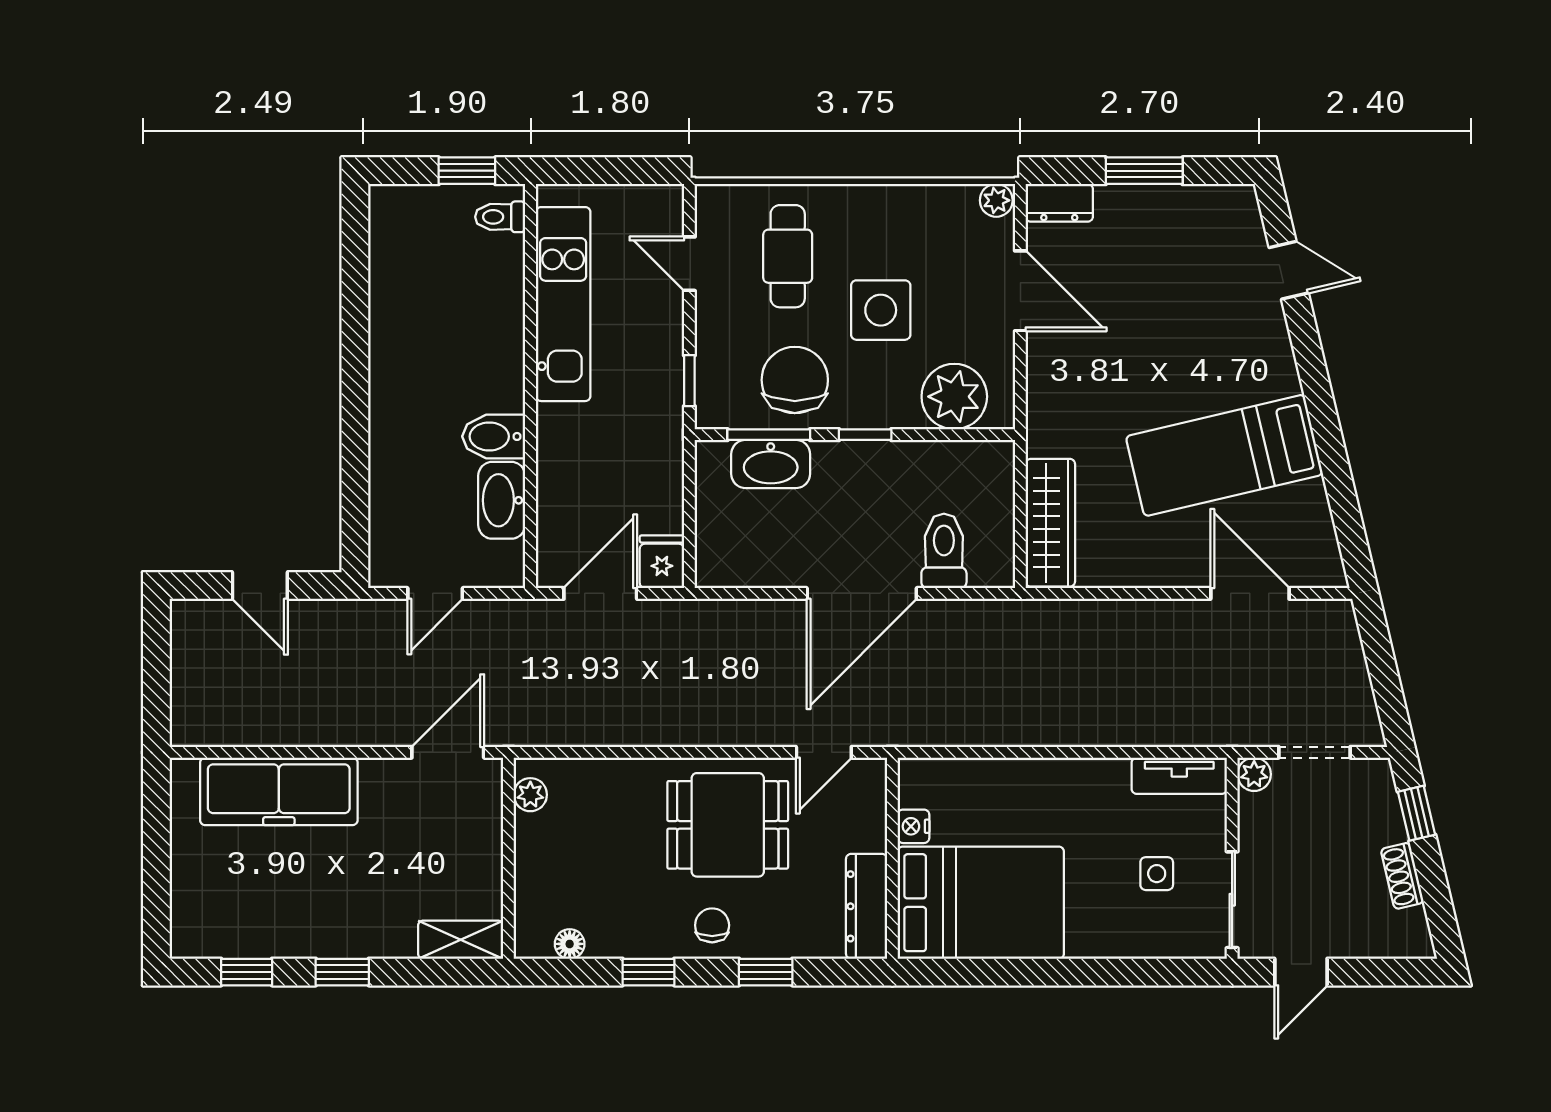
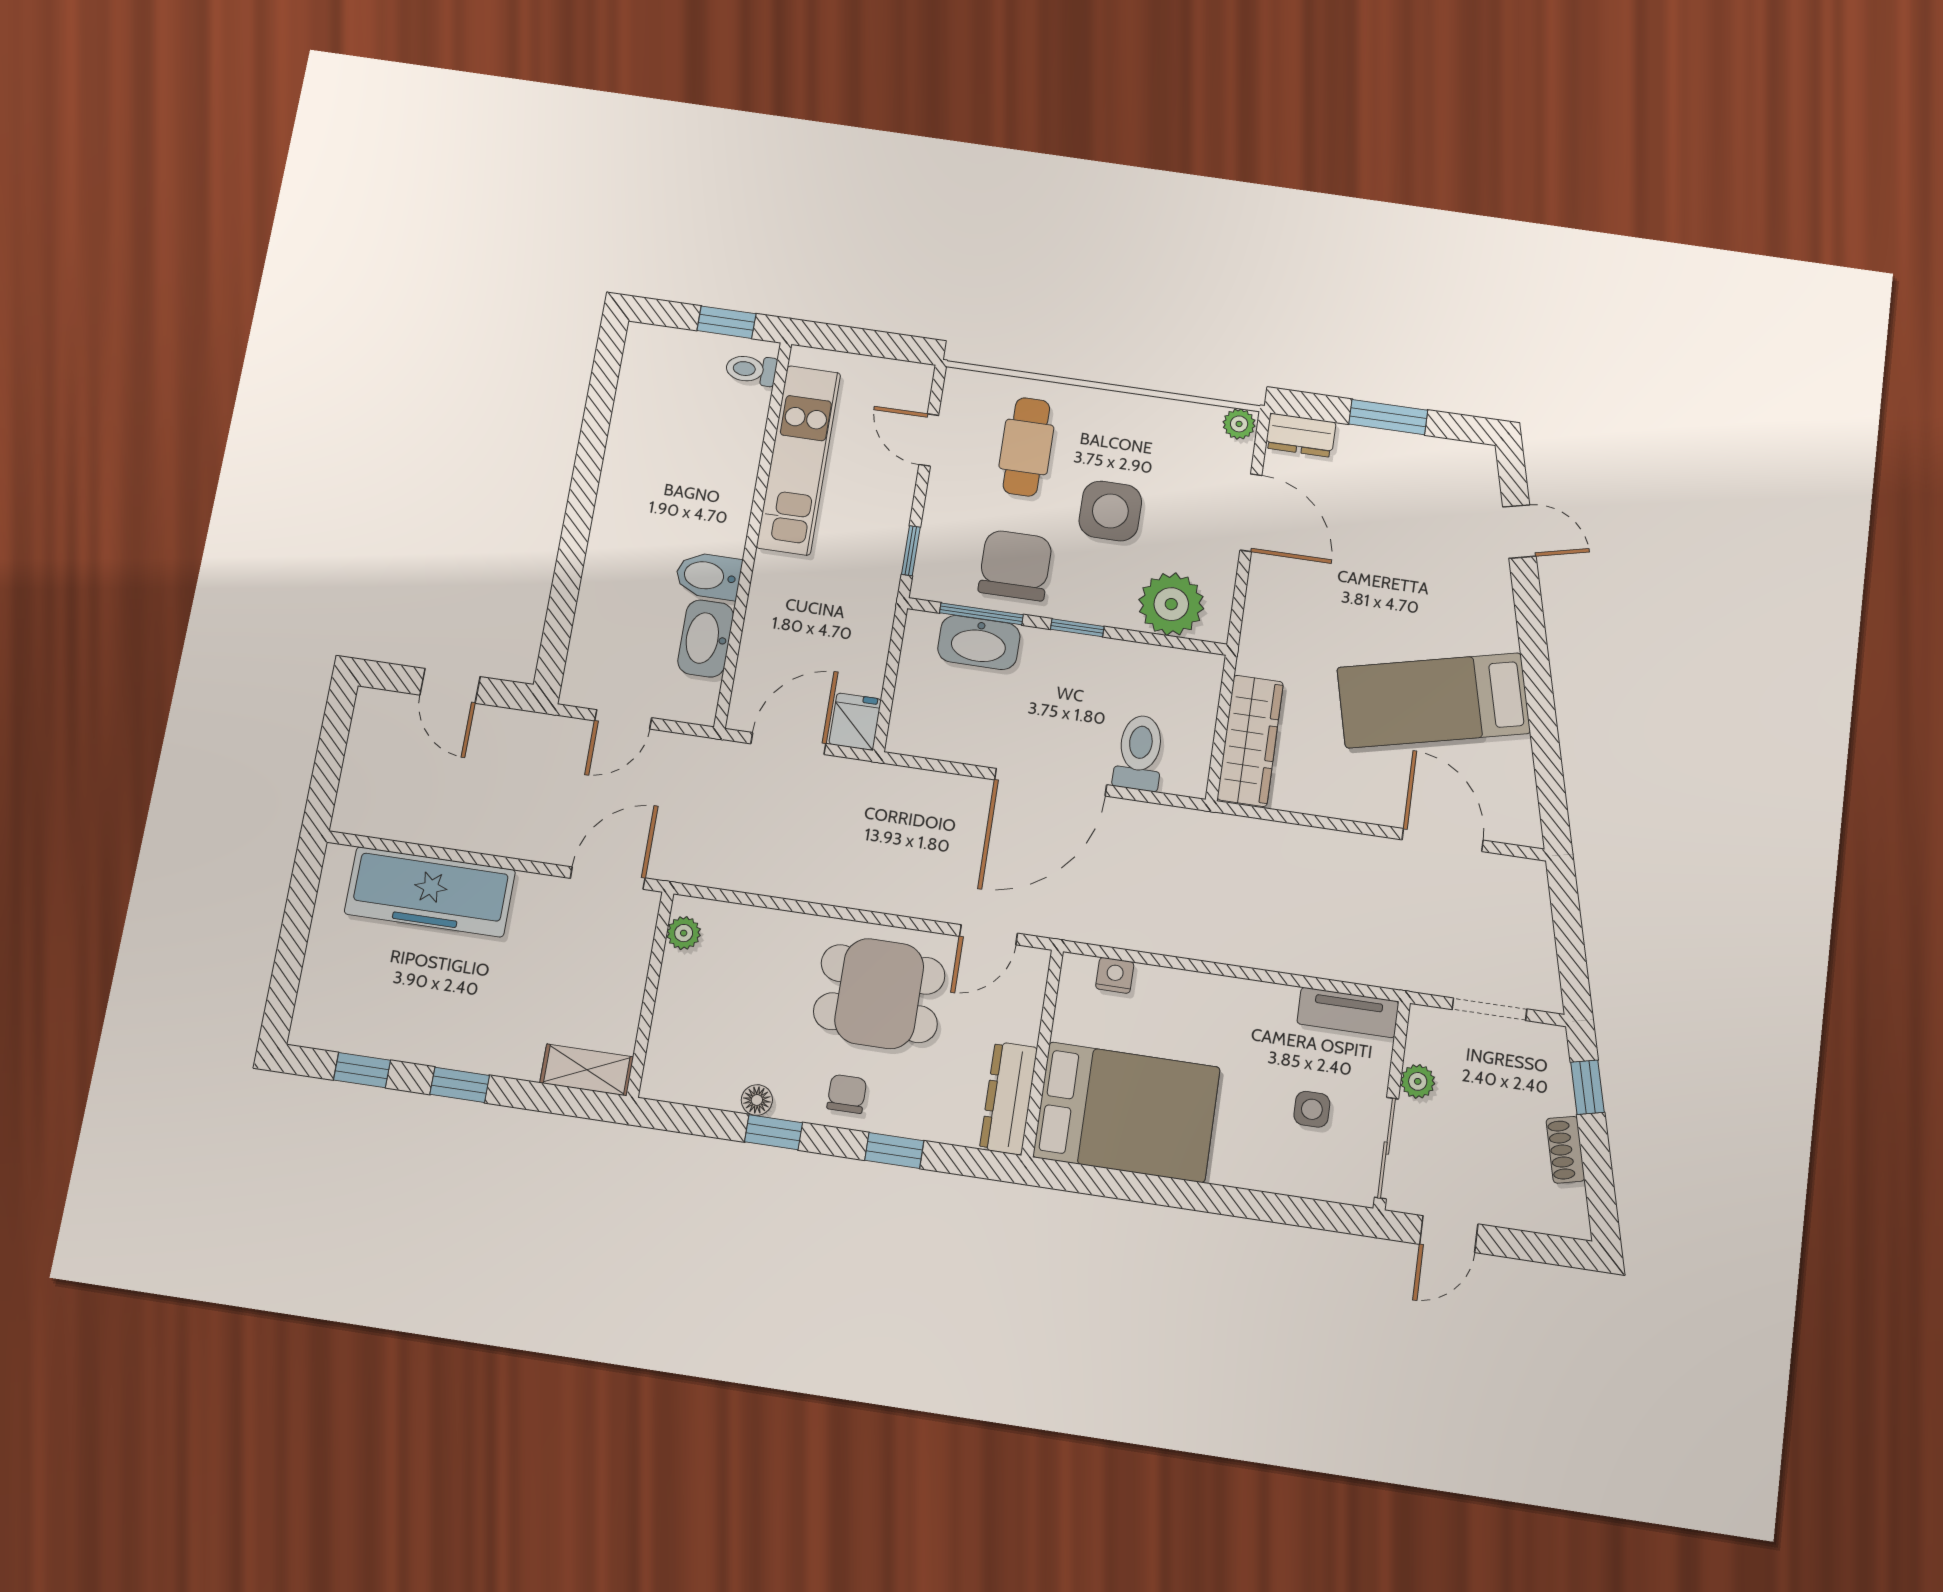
plant: (1254, 774) -> (1418, 1081), moved
nightstand: (913, 826) -> (1115, 975), moved, turned 90
floor lamp: (570, 944) -> (757, 1100), moved

